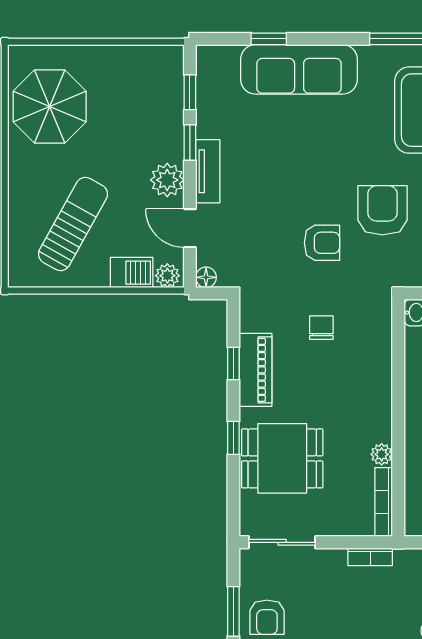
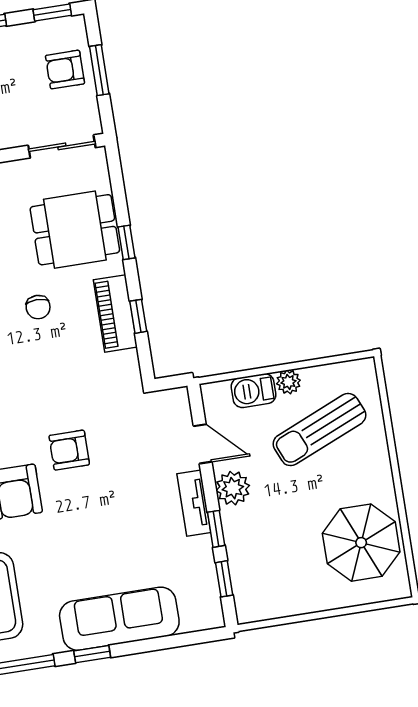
window: (269, 39) -> (92, 654), moved
sun lounger: (73, 224) -> (319, 430), turned 38
plant: (167, 276) -> (288, 382), moved
floor lamp: (206, 277) -> (179, 397), removed
chair: (321, 328) -> (38, 307), moved
armchair: (267, 617) -> (65, 70), turned -90

